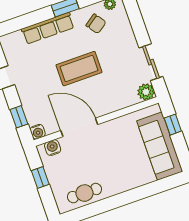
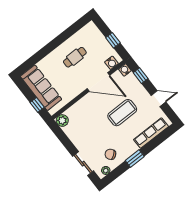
row of seats: (48, 28) -> (151, 133), moved
sliding door: (151, 62) -> (83, 164), moved
coffee table: (79, 69) -> (122, 113), moved
cafe table: (84, 193) -> (75, 57), moved

